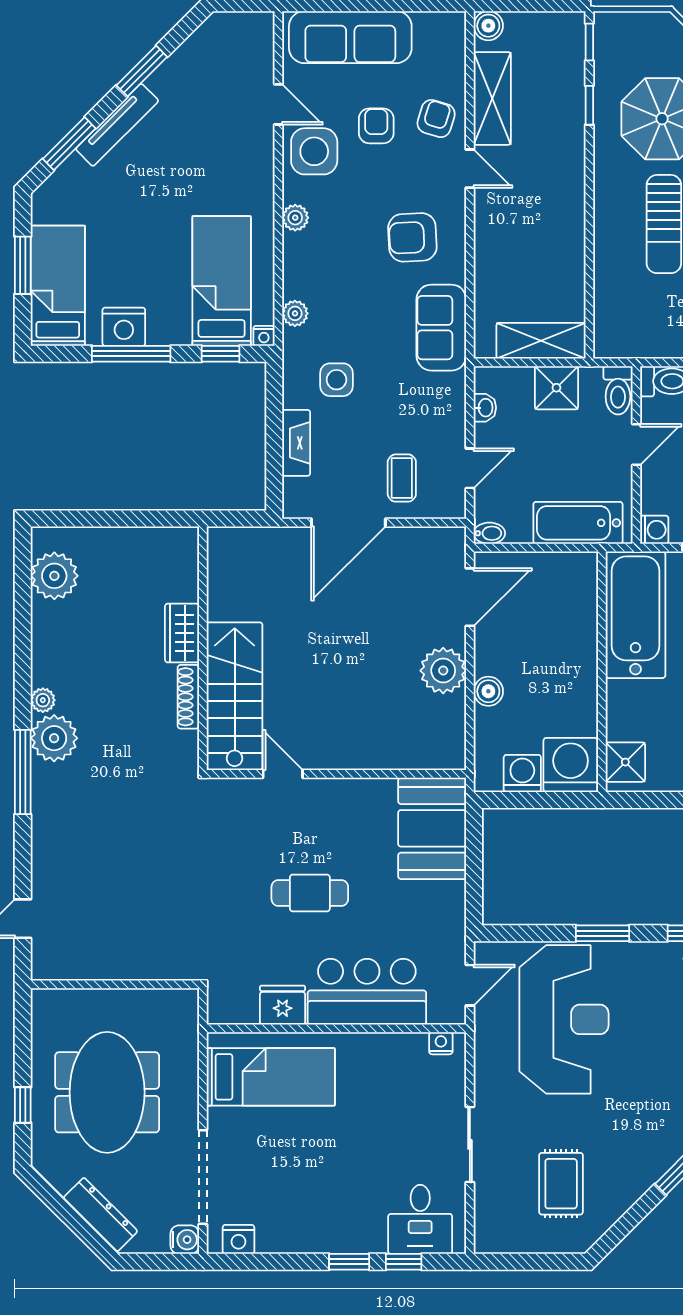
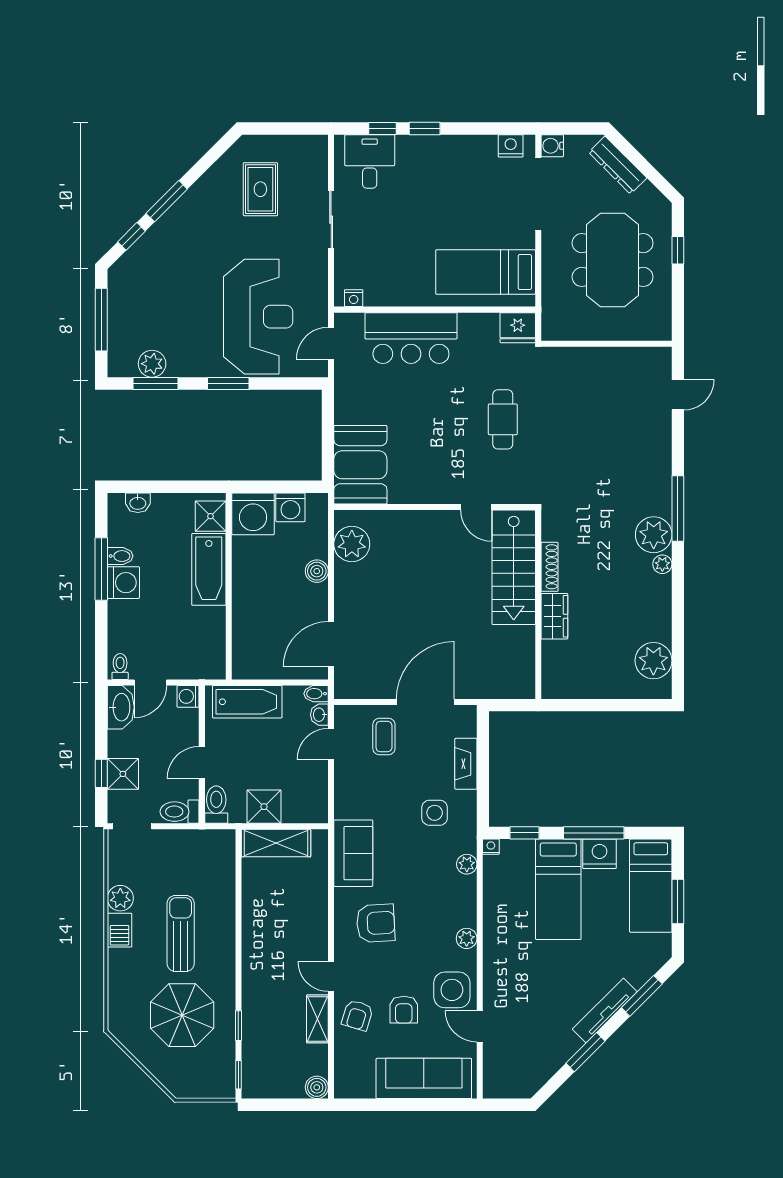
shelving: (492, 98) -> (317, 1019), width x0.67, depth x0.75
bed: (222, 281) -> (558, 889), moved
washbasin: (485, 408) -> (319, 715), moved
bathtub: (635, 615) -> (209, 569), moved, width x0.73, depth x0.73
plant: (443, 671) -> (352, 544), moved
cafe table: (310, 893) -> (503, 419), moved, turned 90
fridge: (283, 1005) -> (518, 328), moved
reception desk: (564, 1019) -> (258, 317), turned 180

